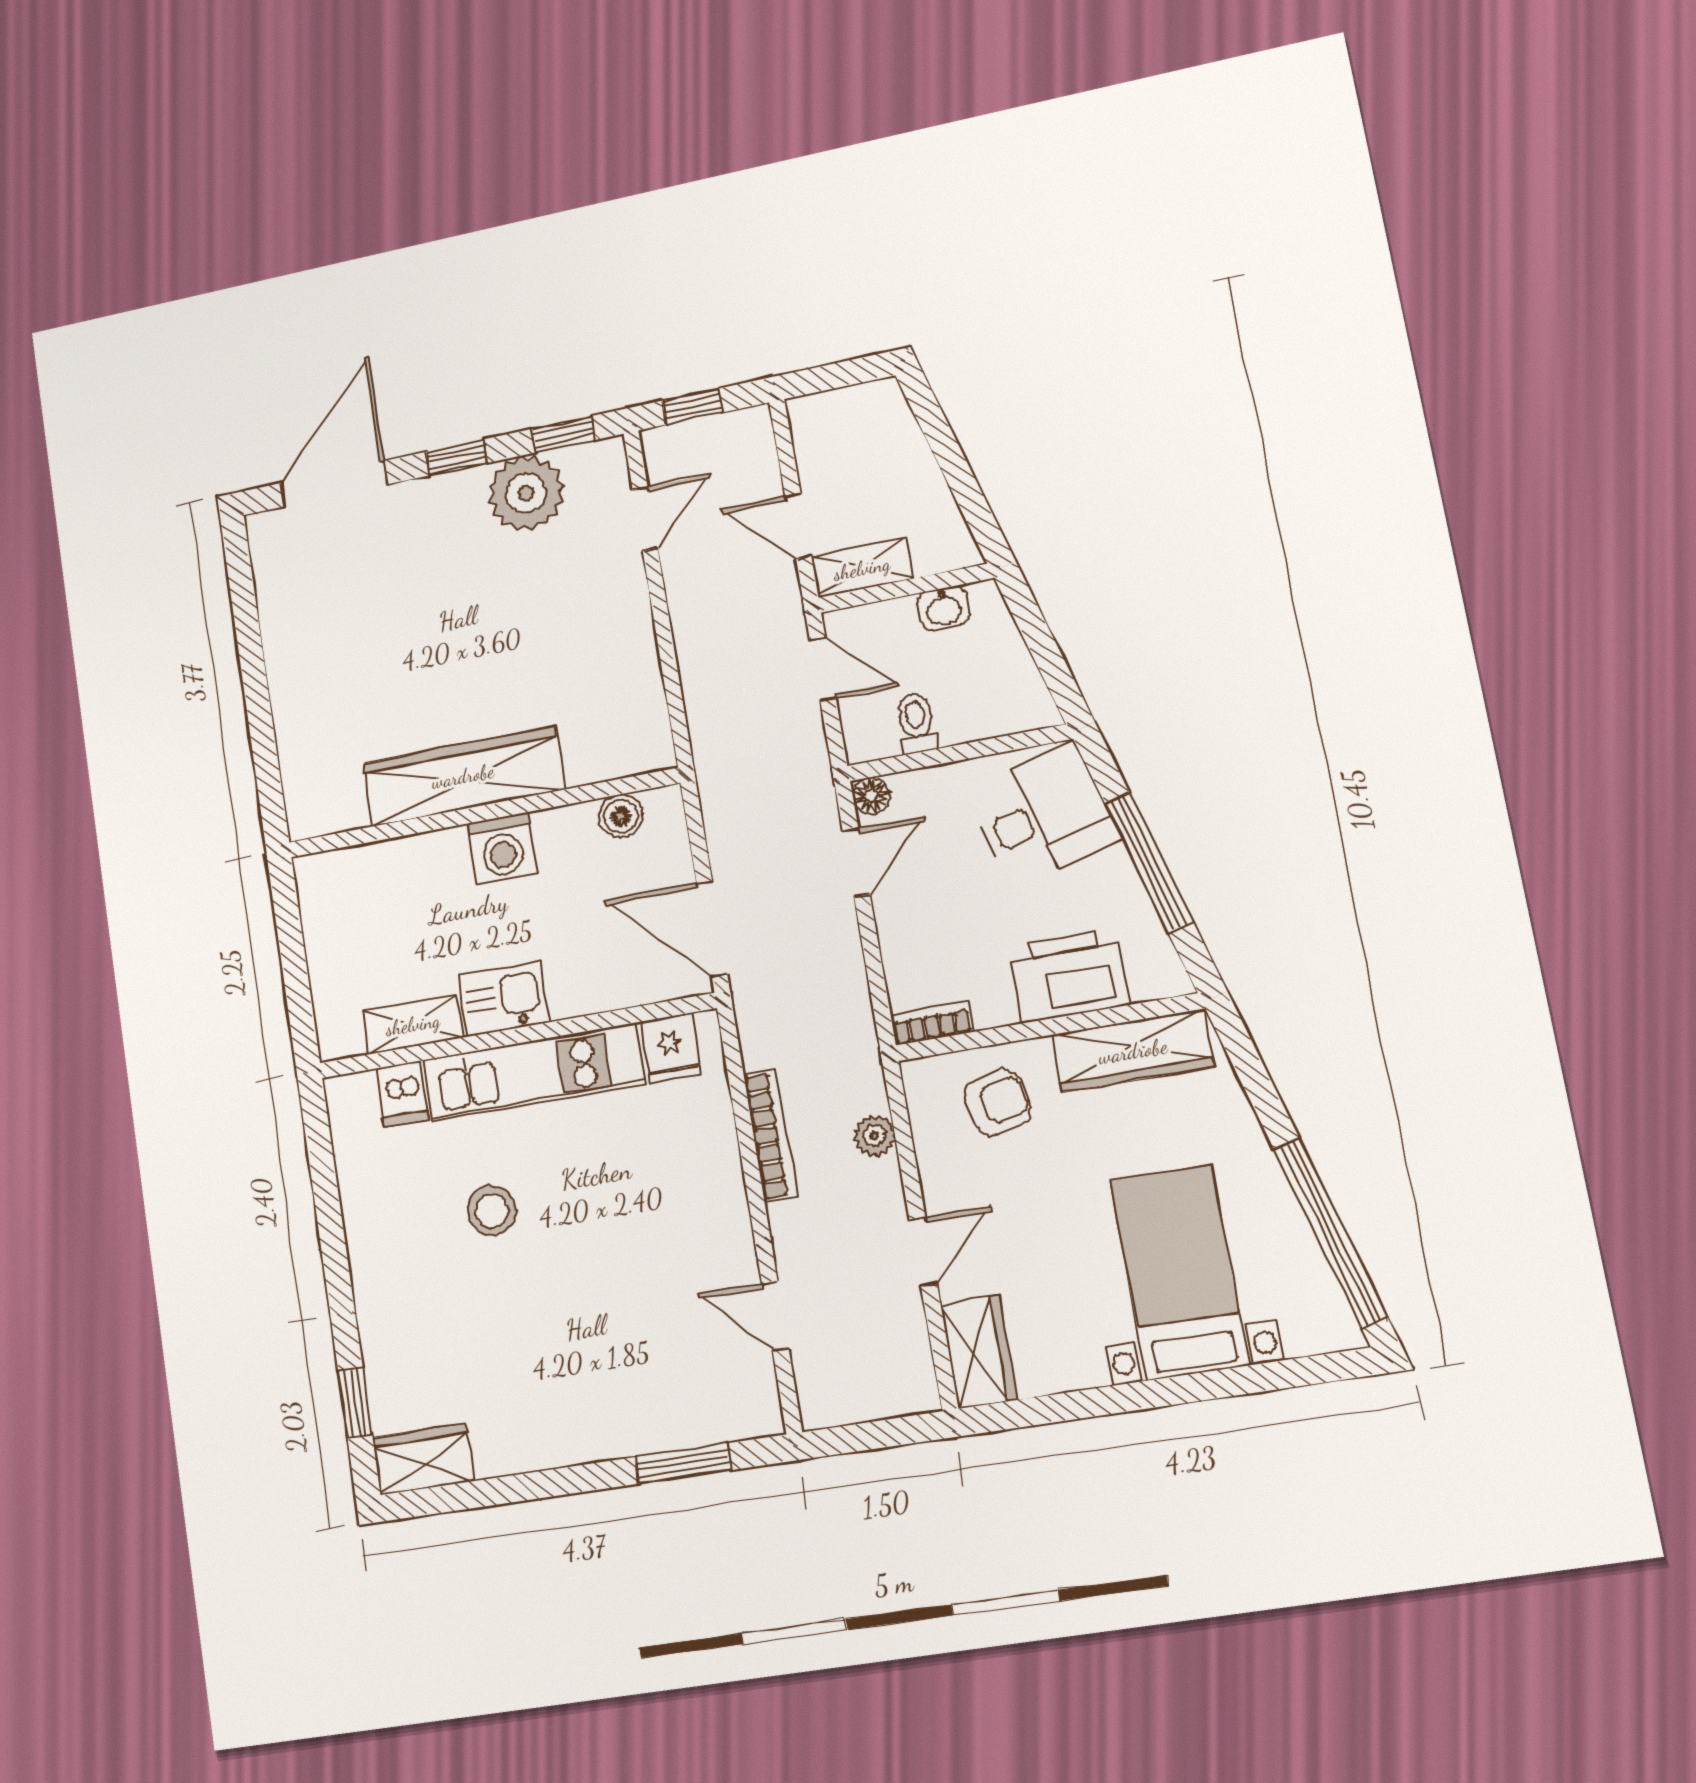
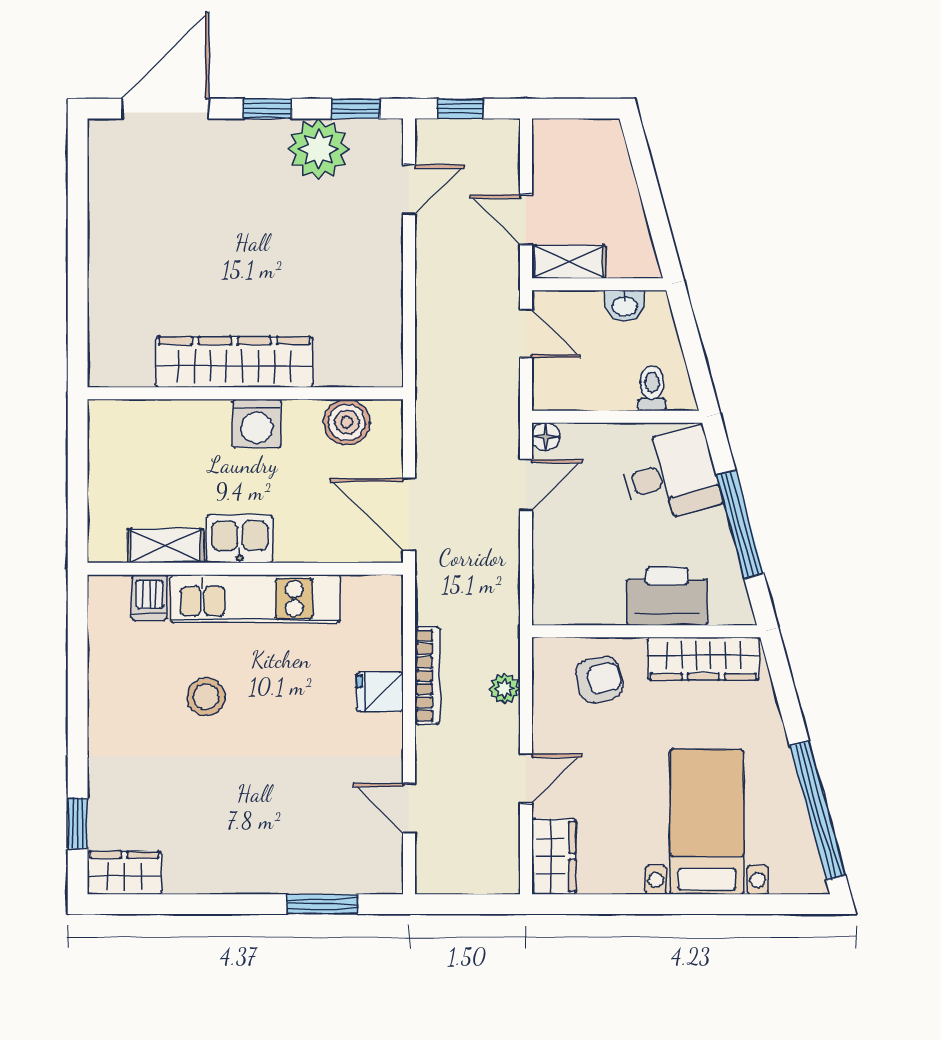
toilet: (917, 723) -> (652, 388), moved
boiler: (621, 816) -> (347, 422), width x1.36, depth x1.36
bookcase: (932, 1023) -> (561, 614), removed
fridge: (671, 1048) -> (380, 692), moved, turned 90

